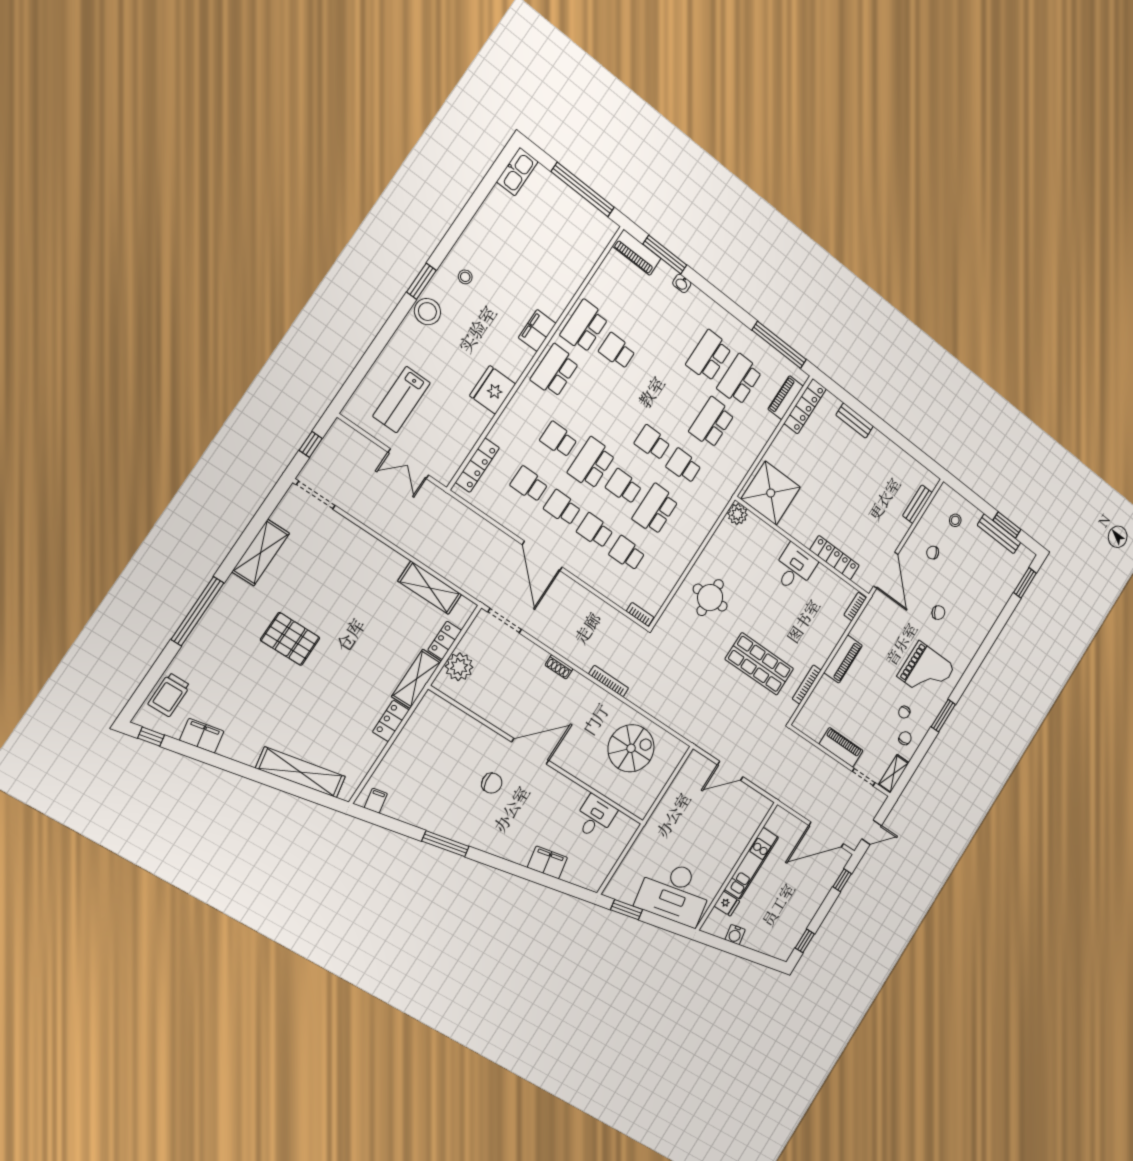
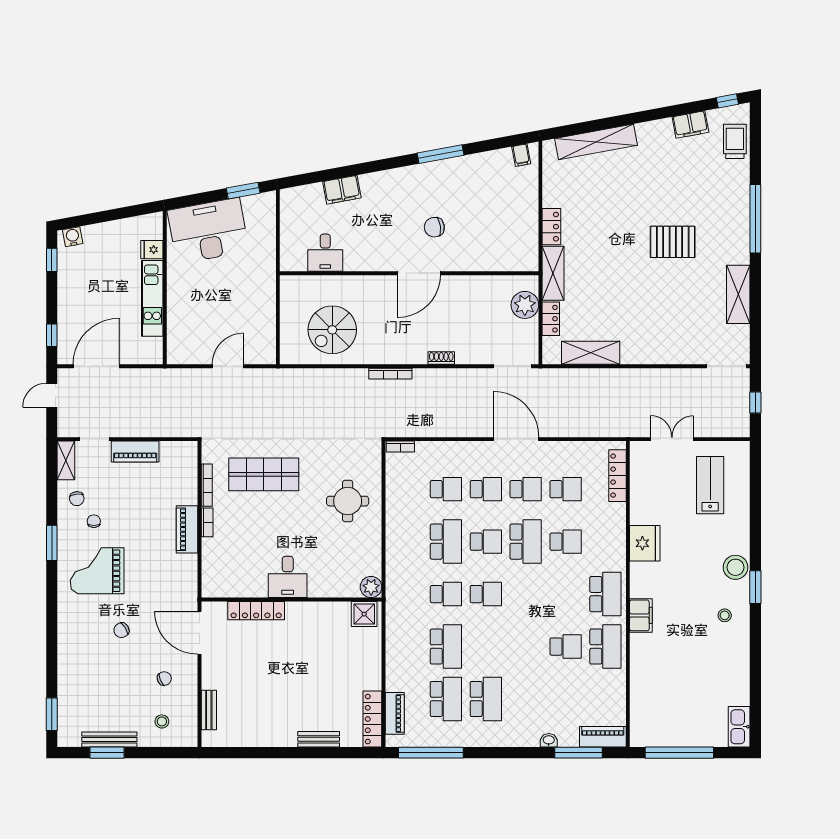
shower: (771, 493) -> (364, 614), width x0.54, depth x0.54
bookcase: (855, 607) -> (207, 522), moved
water cooler: (735, 935) -> (73, 237), moved

